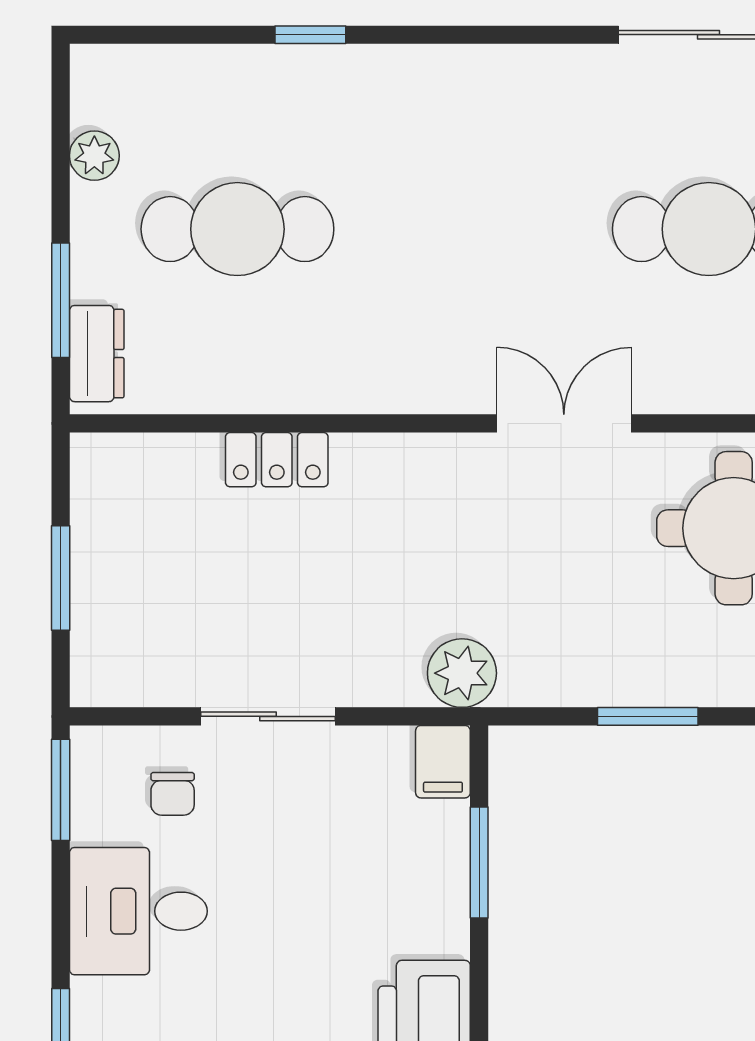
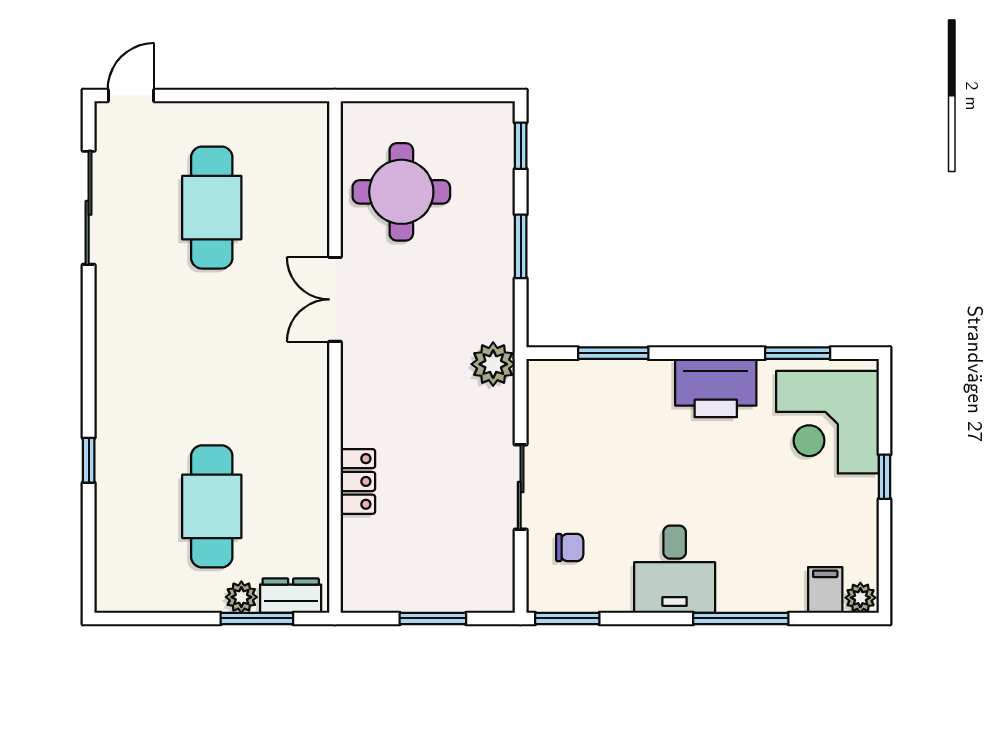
plant: (94, 156) -> (241, 597), moved
filing cabinet: (443, 762) -> (549, 376), removed
desk: (138, 911) -> (675, 569), moved

